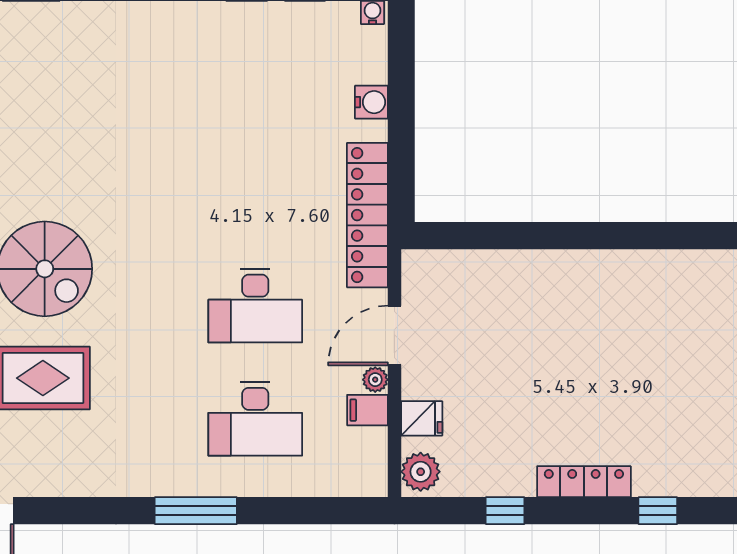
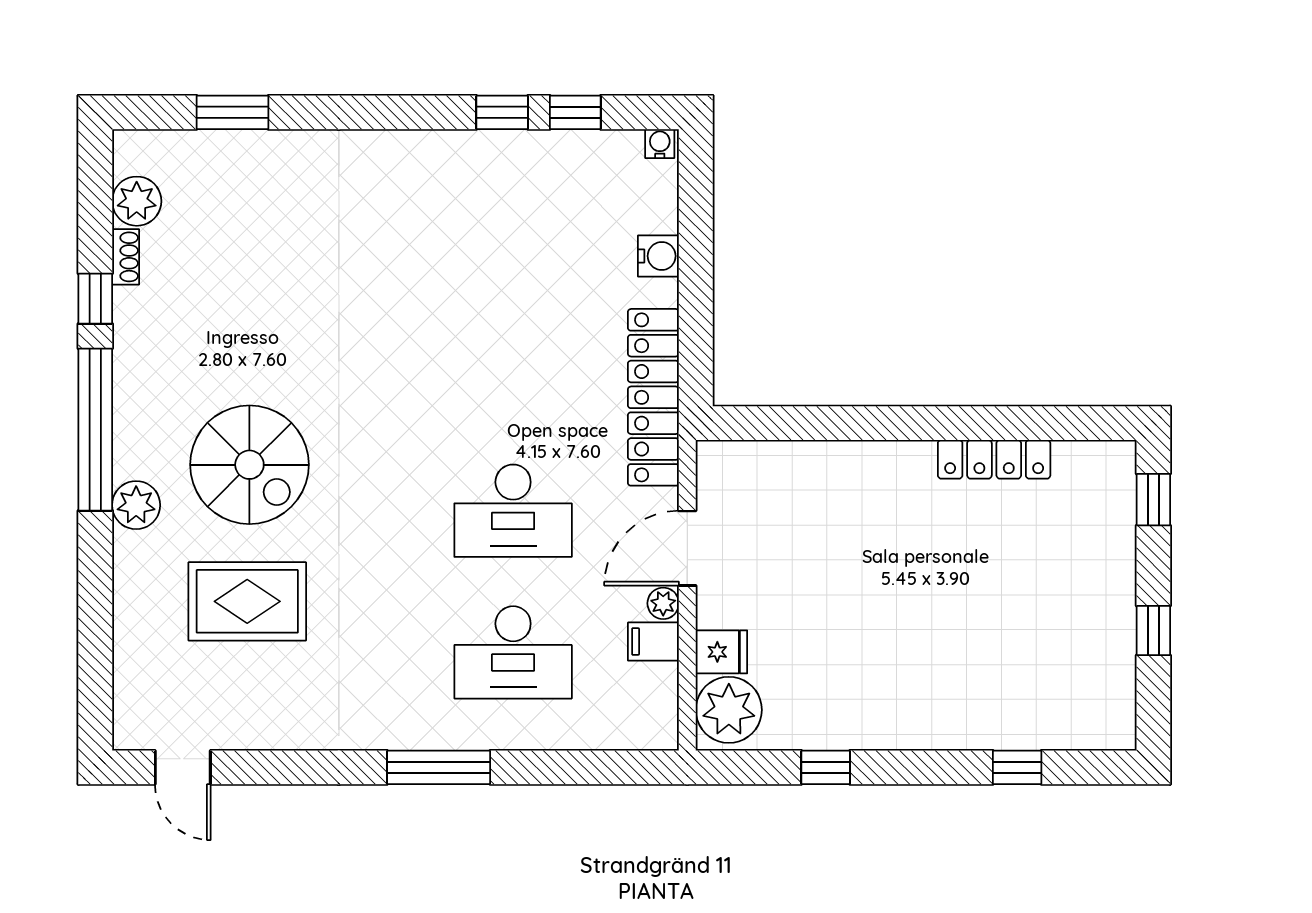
plant: (421, 472) -> (729, 710), width x1.36, depth x1.36
locker: (584, 482) -> (994, 459), moved, turned 180

